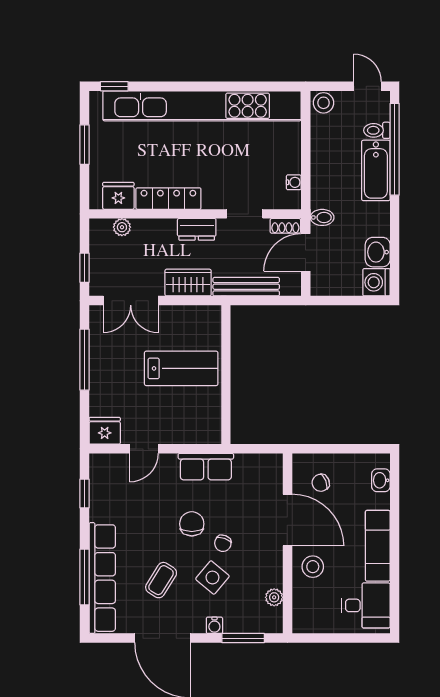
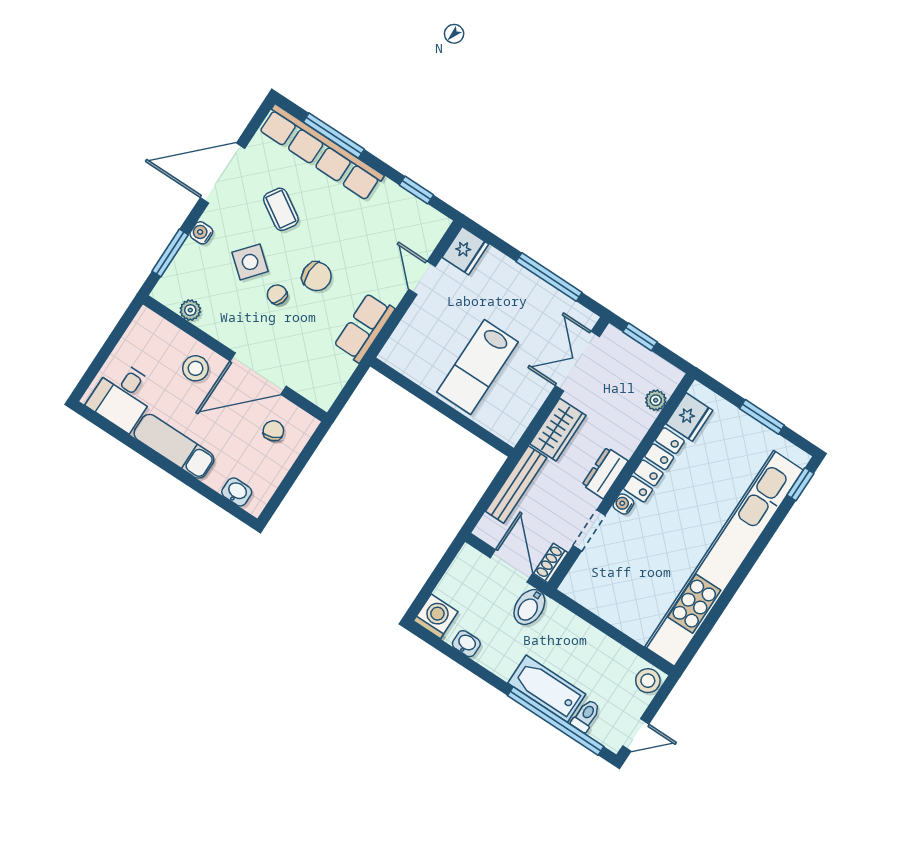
water cooler: (294, 182) -> (623, 504), moved, turned 90
bidet: (322, 217) -> (529, 607), width x1.38, depth x1.36
washbasin: (378, 252) -> (466, 644), width x0.72, depth x0.69

